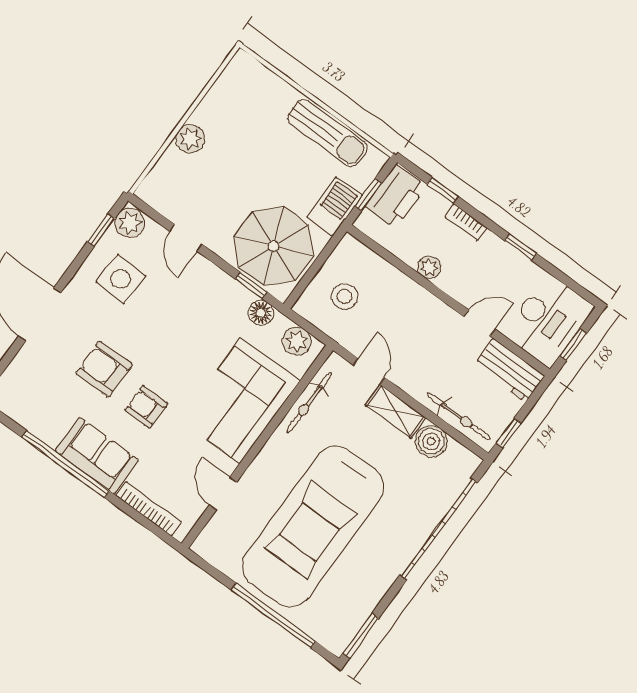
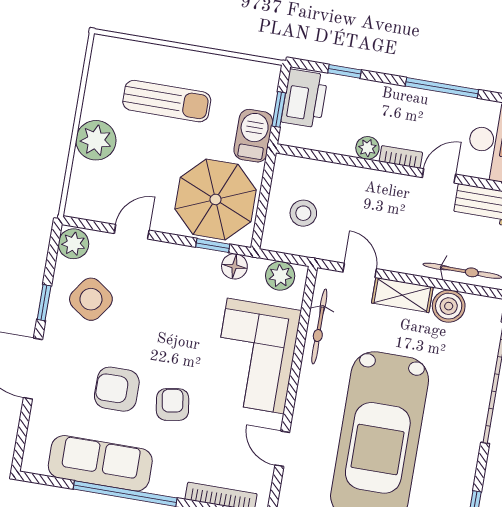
sun lounger: (327, 133) -> (167, 101), moved
plant: (190, 139) -> (96, 140), width x1.36, depth x1.36
bookcase: (466, 222) -> (401, 157), moved, turned 180
window: (101, 230) -> (44, 303), moved
door: (186, 238) -> (132, 232), swing flipped
window: (521, 247) -> (442, 88), width x2.17
side table: (121, 279) -> (91, 299), turned 33
armchair: (146, 407) -> (173, 405), turned 81
sofa: (97, 456) -> (100, 463), moved, width x1.36

